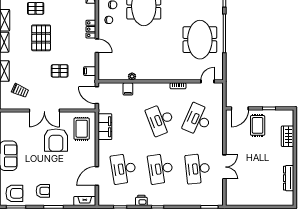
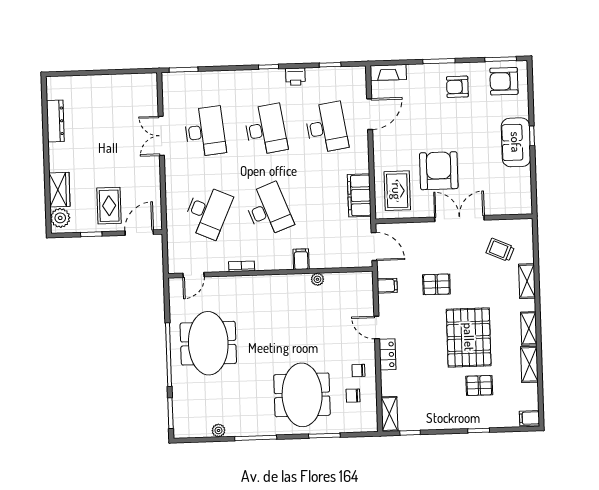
pallet: (41, 38) -> (469, 337), width x1.37, depth x1.41
filing cabinet: (128, 89) -> (301, 259), moved
plant: (288, 119) -> (60, 218), added

